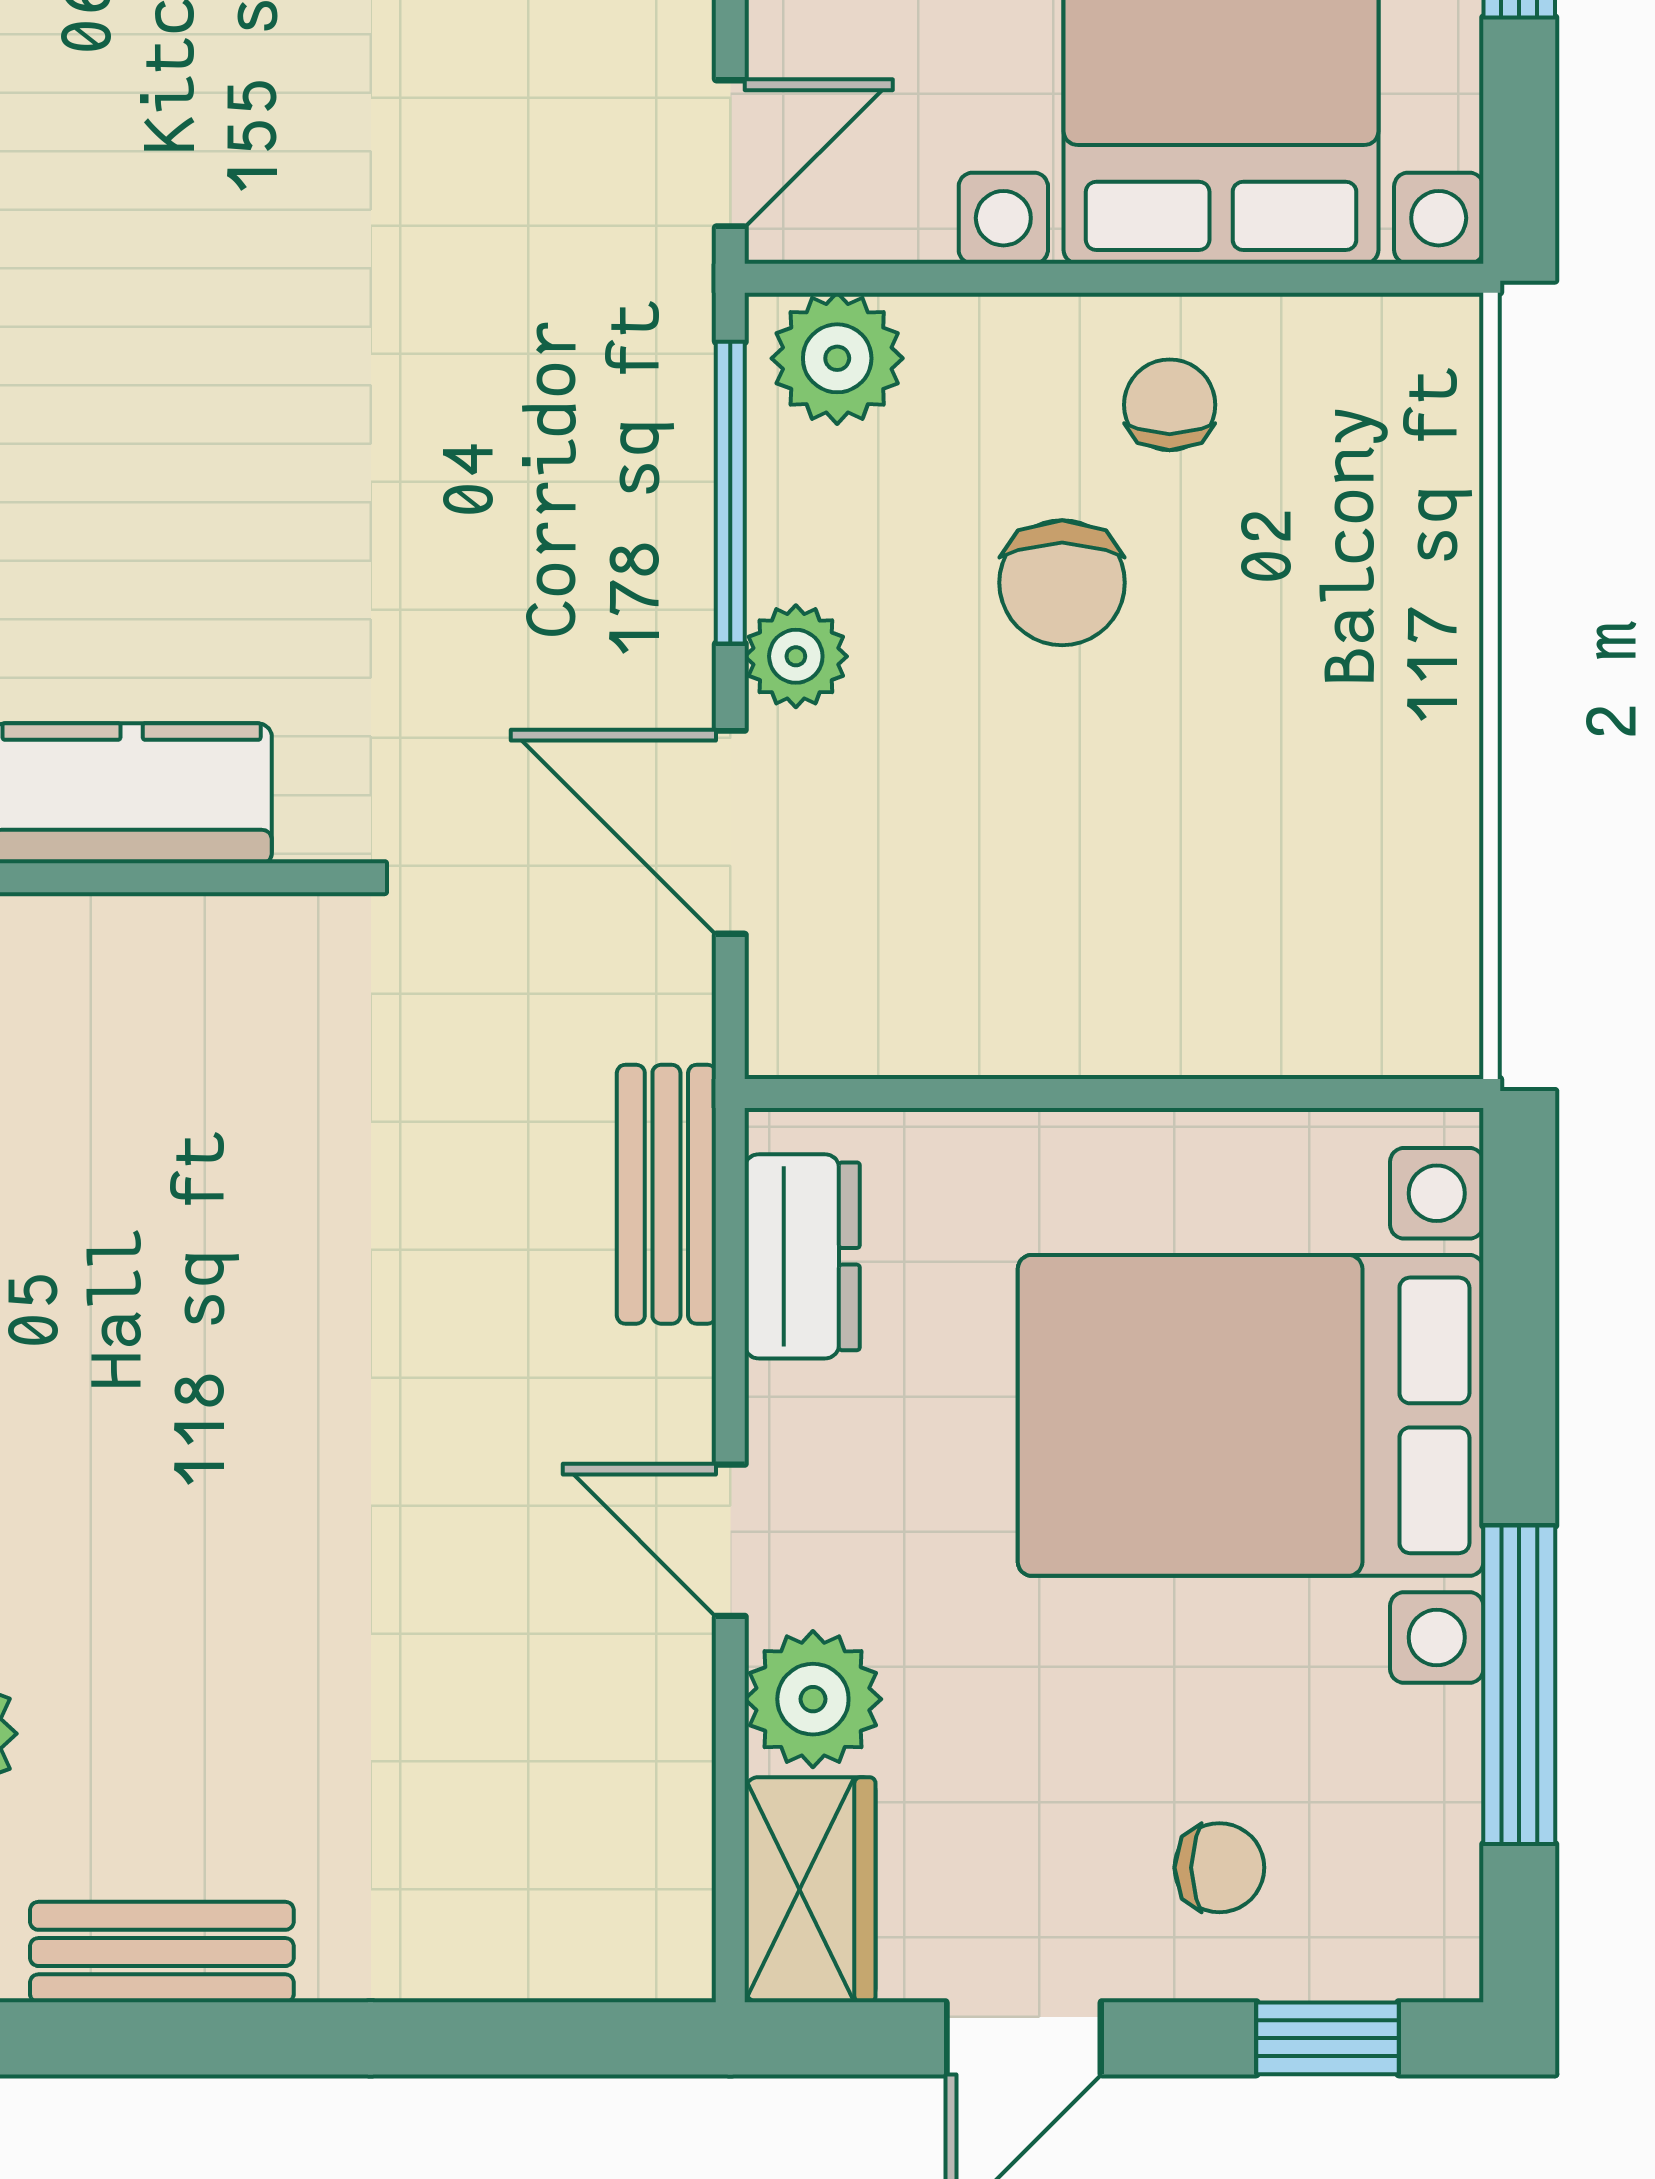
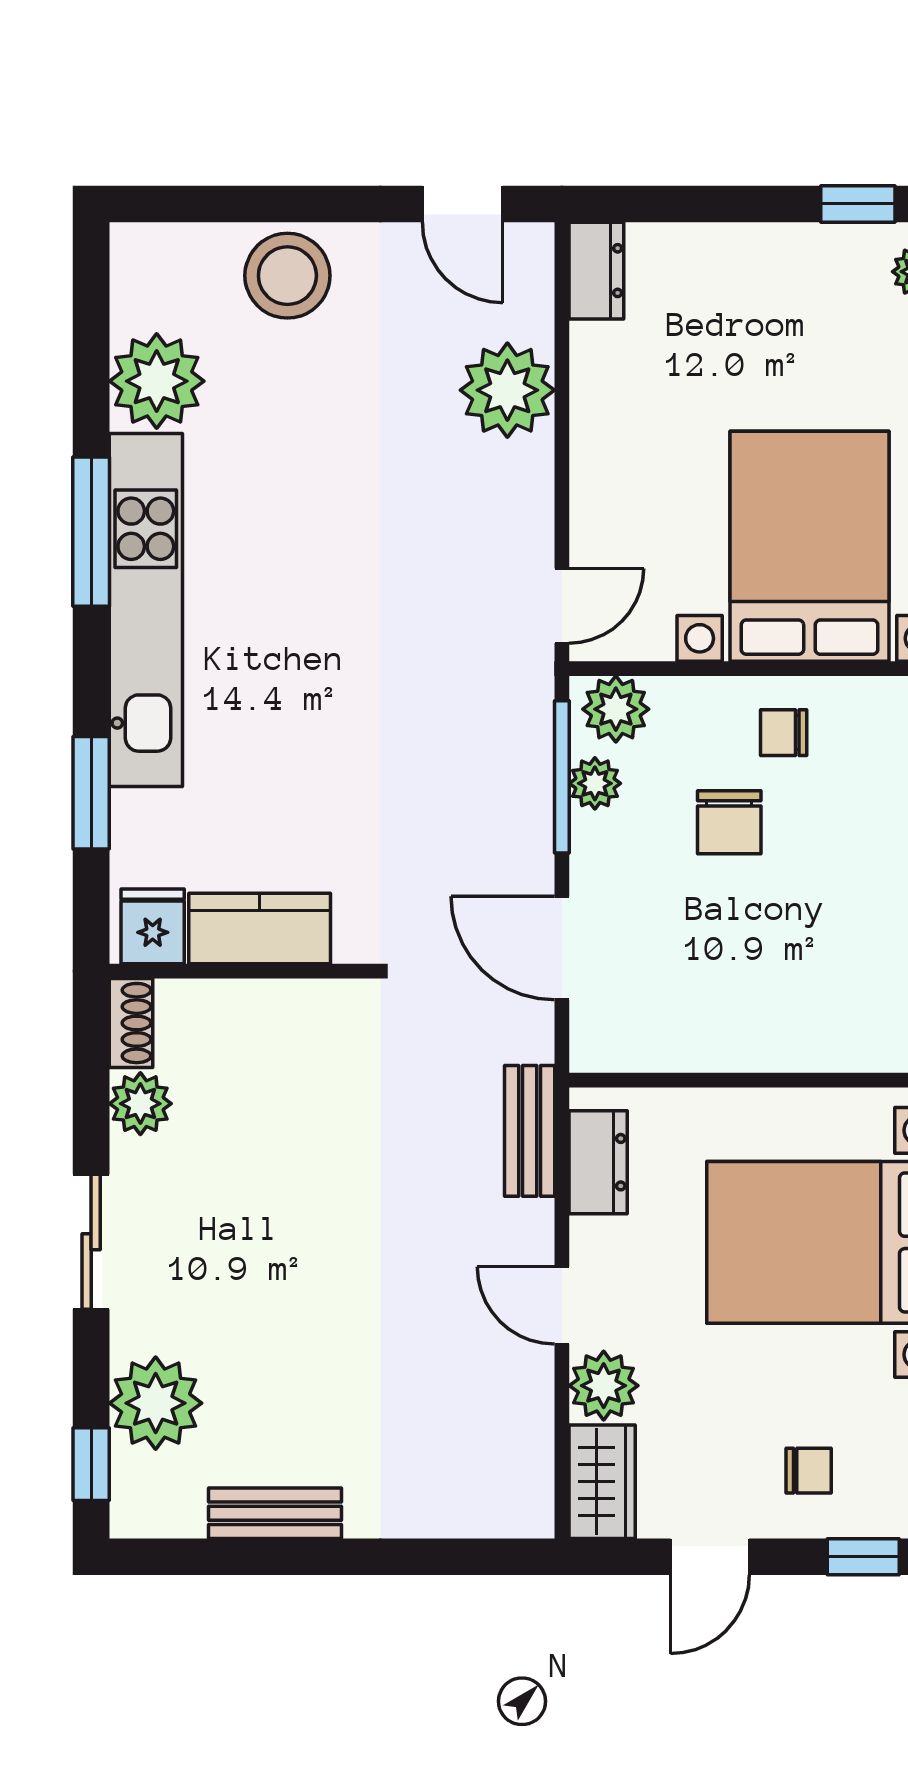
chair: (1170, 405) -> (784, 733), turned -90
plant: (796, 656) -> (595, 783), moved

